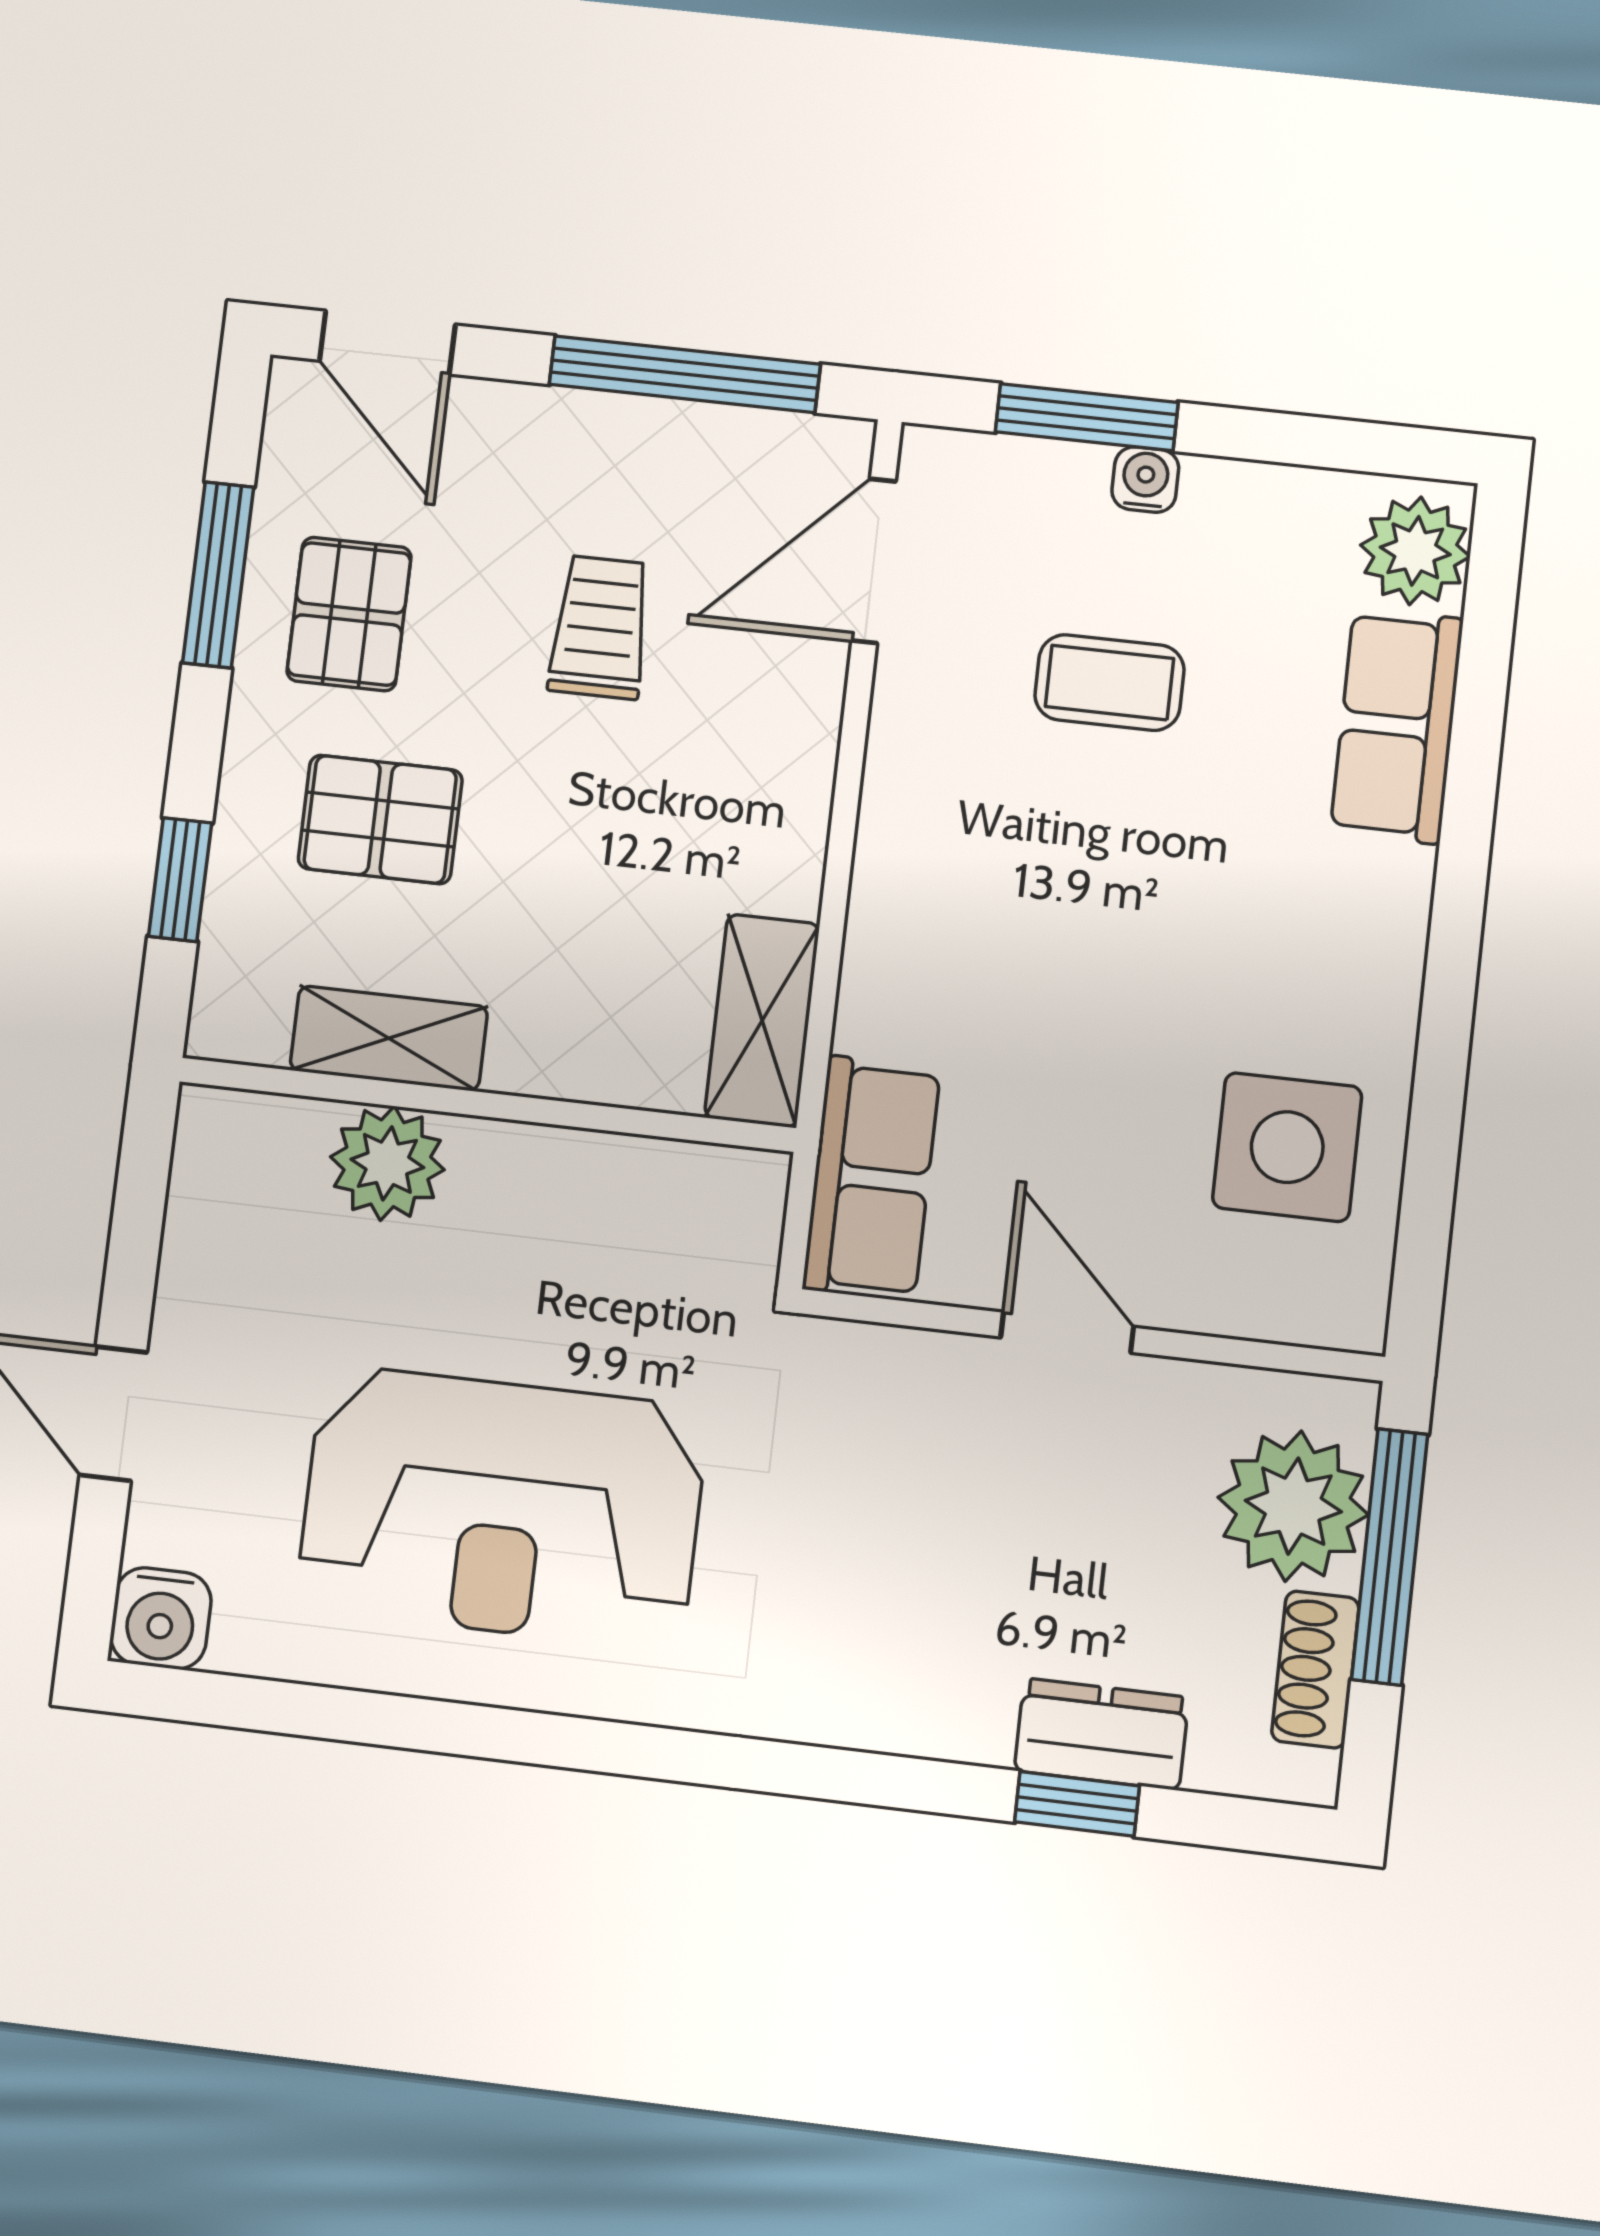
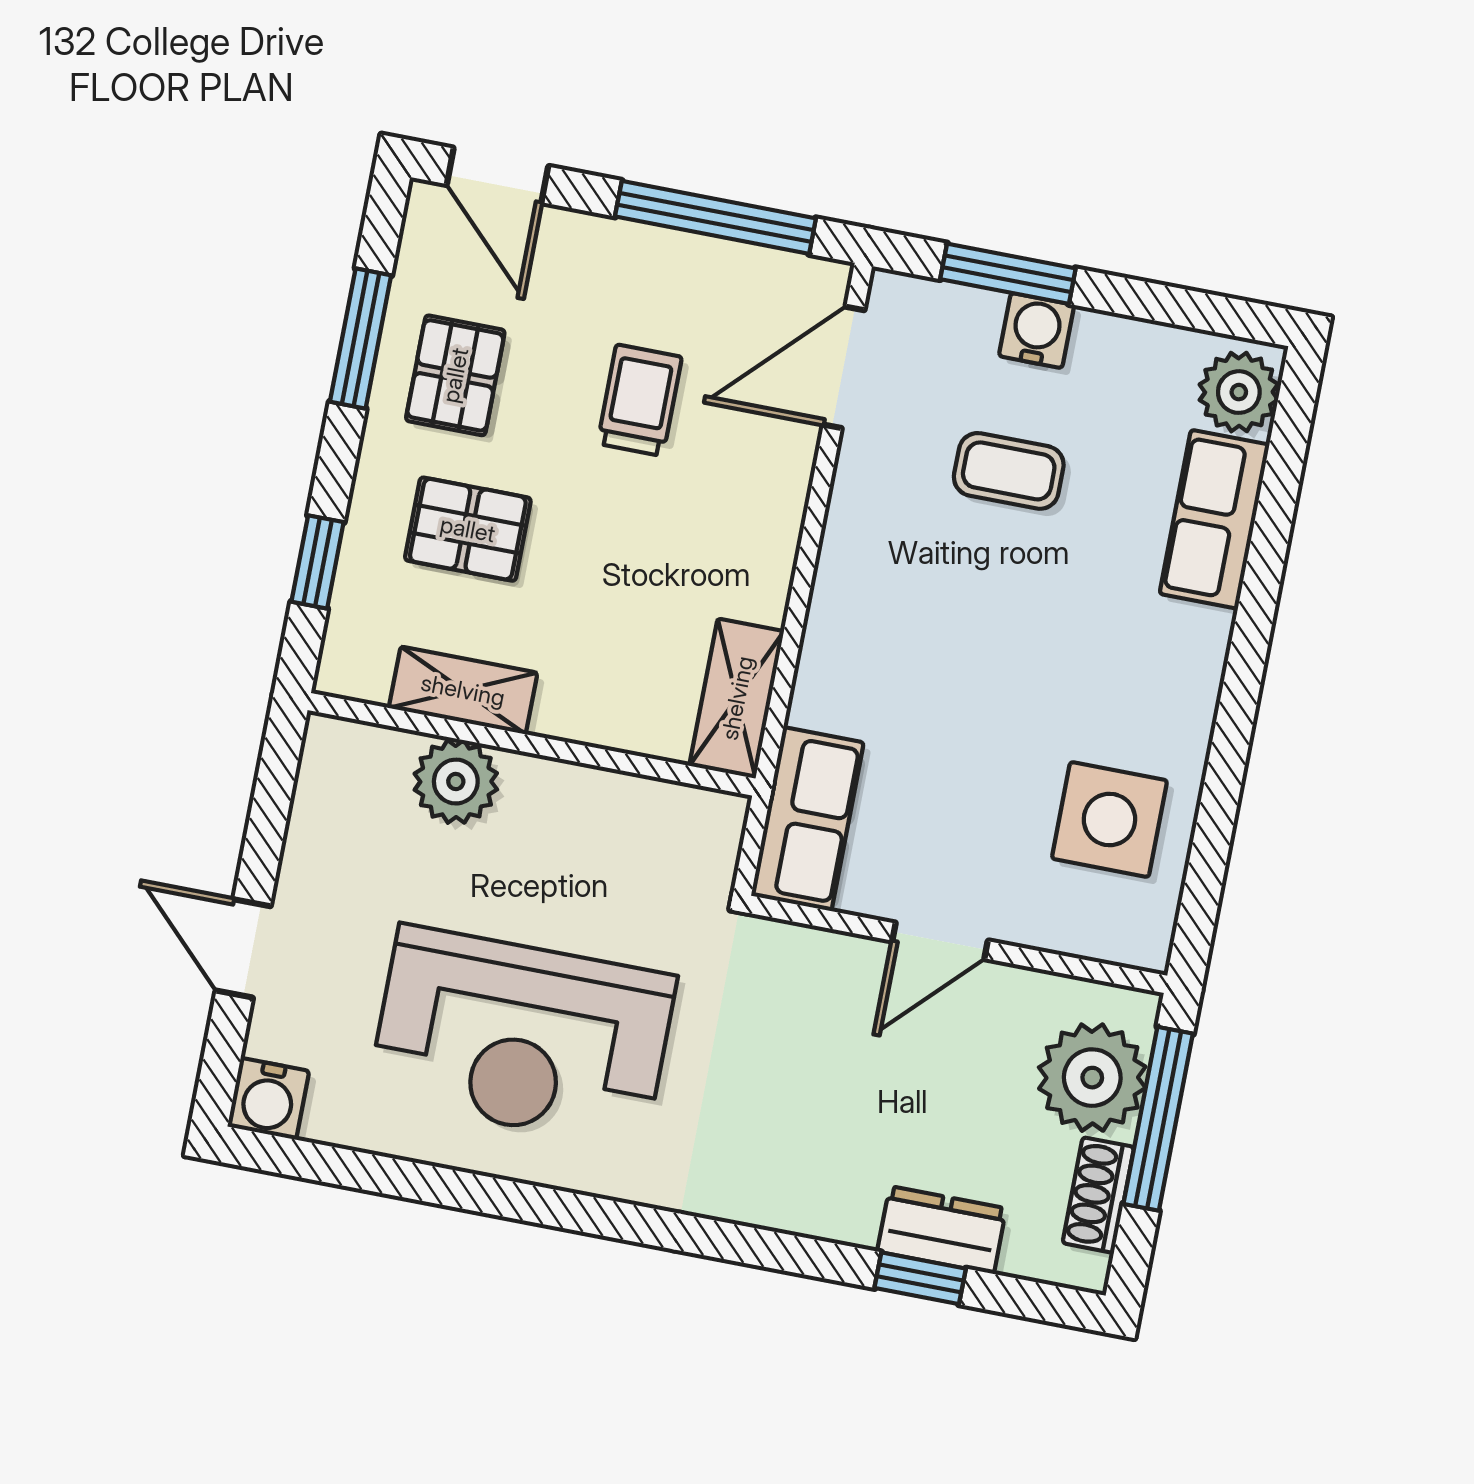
water cooler: (1145, 480) -> (1036, 331), width x1.38, depth x1.38
door: (1067, 1332) -> (940, 941), swing flipped

